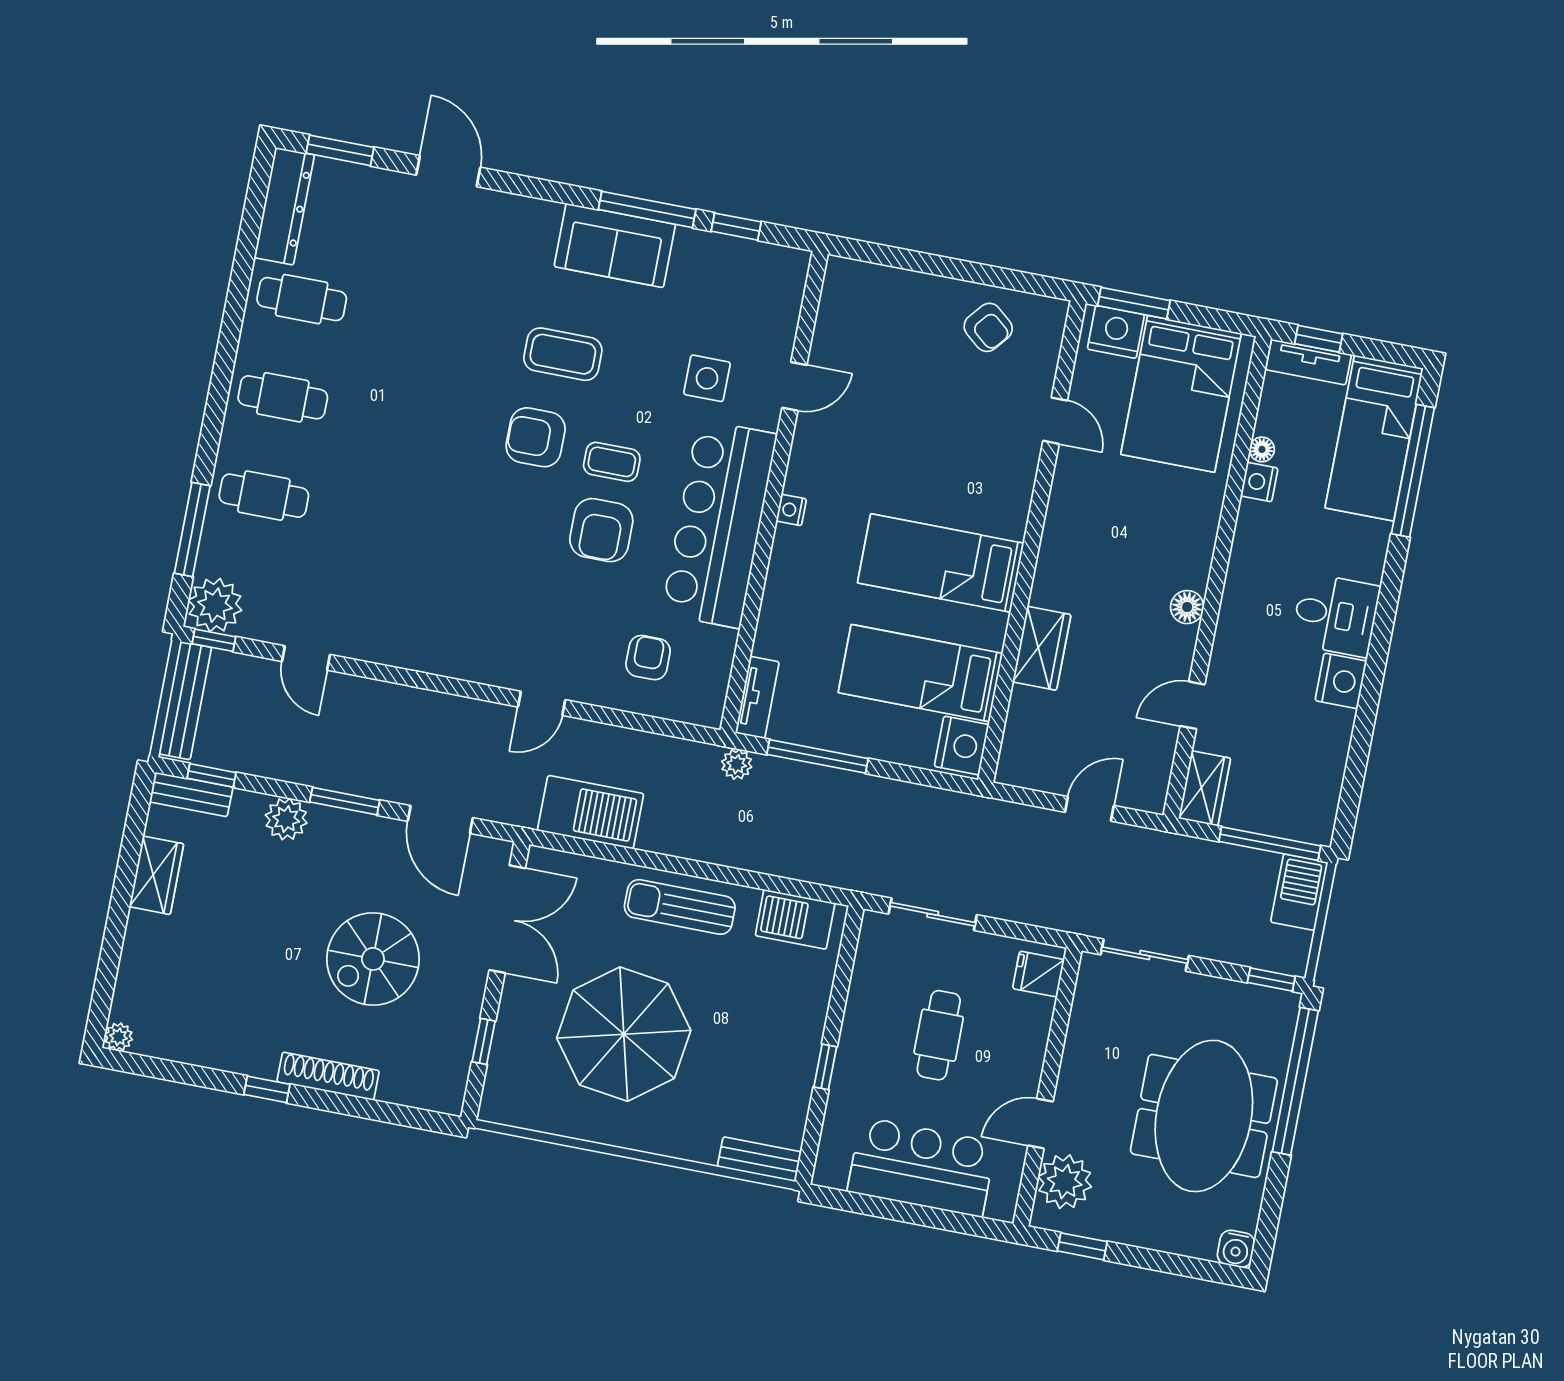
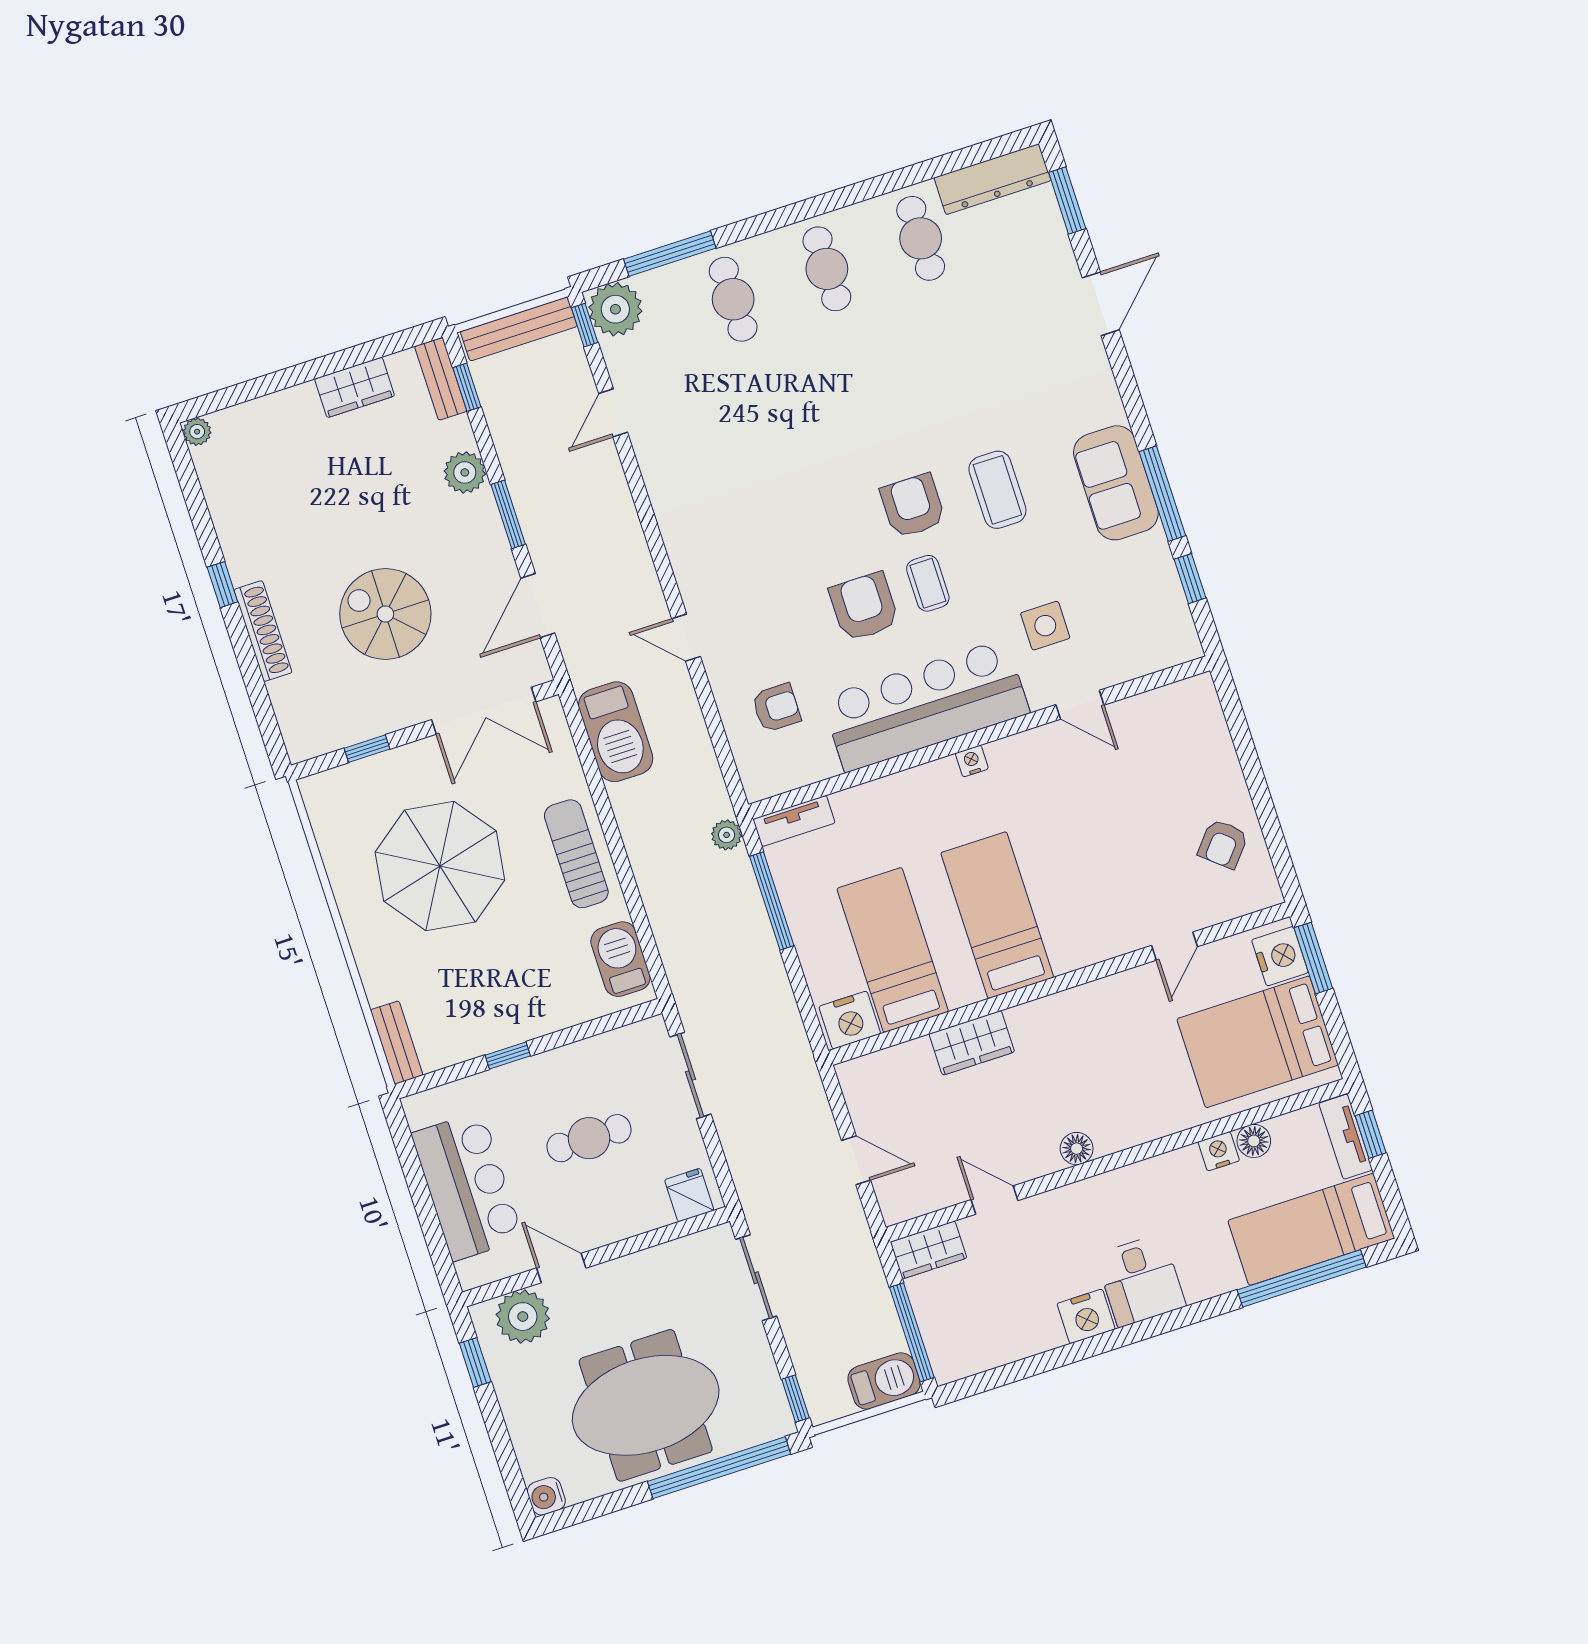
floor lamp: (1262, 449) -> (1254, 1141), width x1.37, depth x1.37
armchair: (601, 530) -> (864, 607), turned 90

